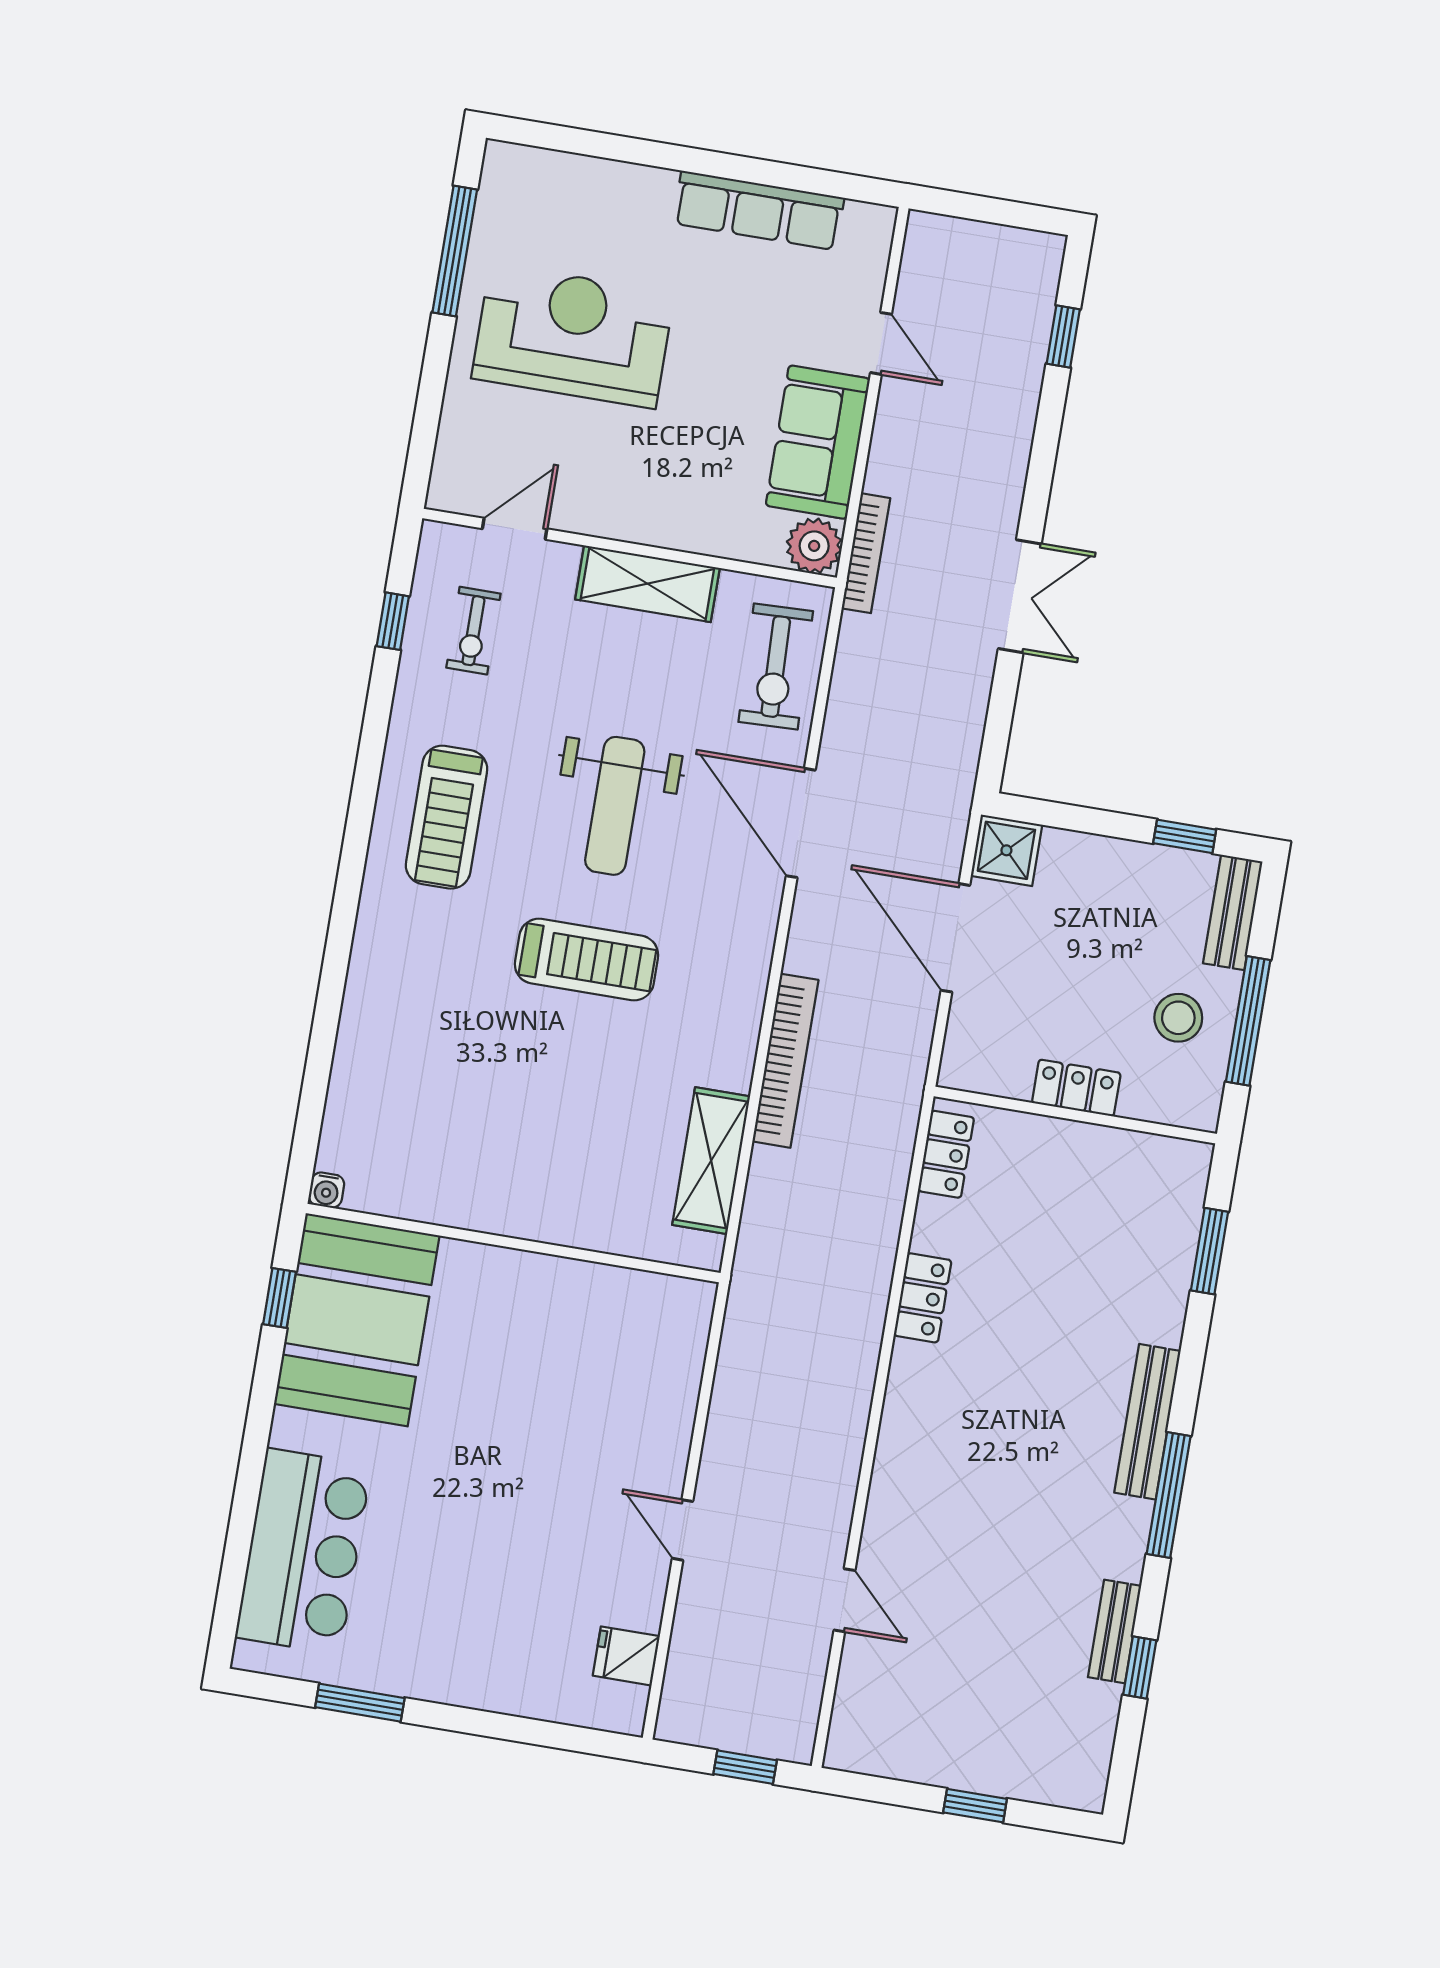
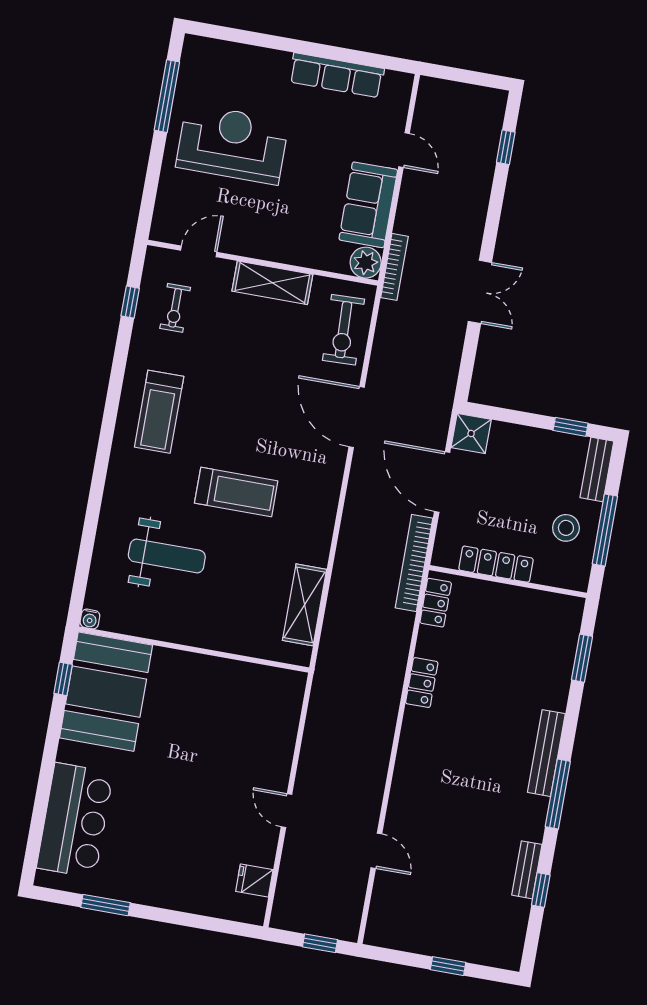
weight bench: (615, 806) -> (167, 556), moved, turned -90
bookcase: (785, 1061) -> (414, 563), moved, turned 180
locker: (1076, 1088) -> (496, 564), width x1.53

